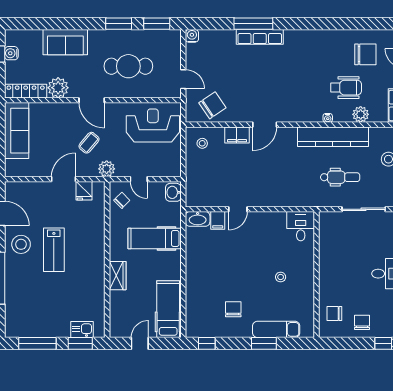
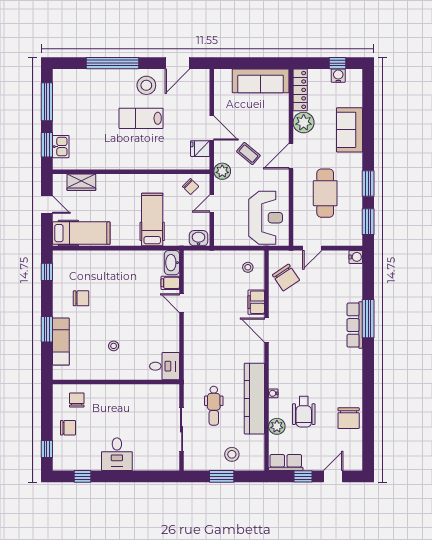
chair: (365, 54) -> (349, 418), moved
wardrobe: (118, 276) -> (81, 182), moved

